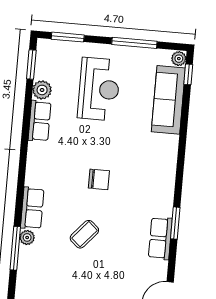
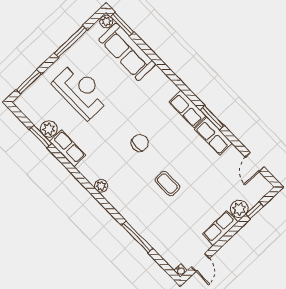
window: (31, 65) -> (40, 136), moved
window: (188, 74) -> (122, 24), width x1.50
row of seats: (32, 208) -> (187, 109), moved, turned 180
coffee table: (84, 234) -> (167, 184), turned -41
plant: (27, 237) -> (101, 186), moved

